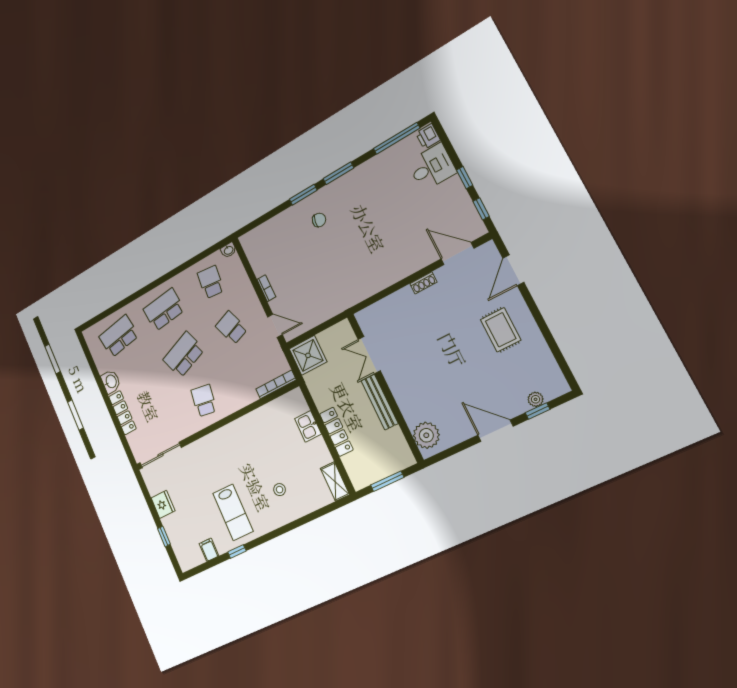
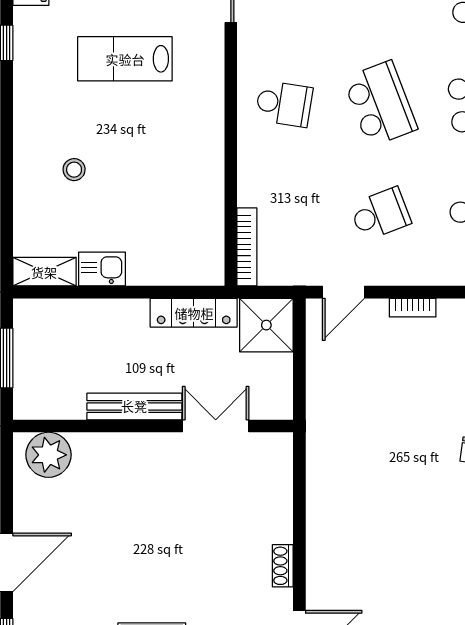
kitchen sink: (308, 426) -> (102, 269), moved
locker: (336, 432) -> (194, 313), moved
lab bench: (233, 512) -> (125, 59), moved

